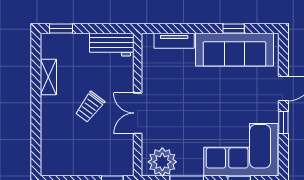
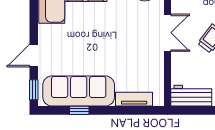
window: (283, 122) -> (34, 90), moved

